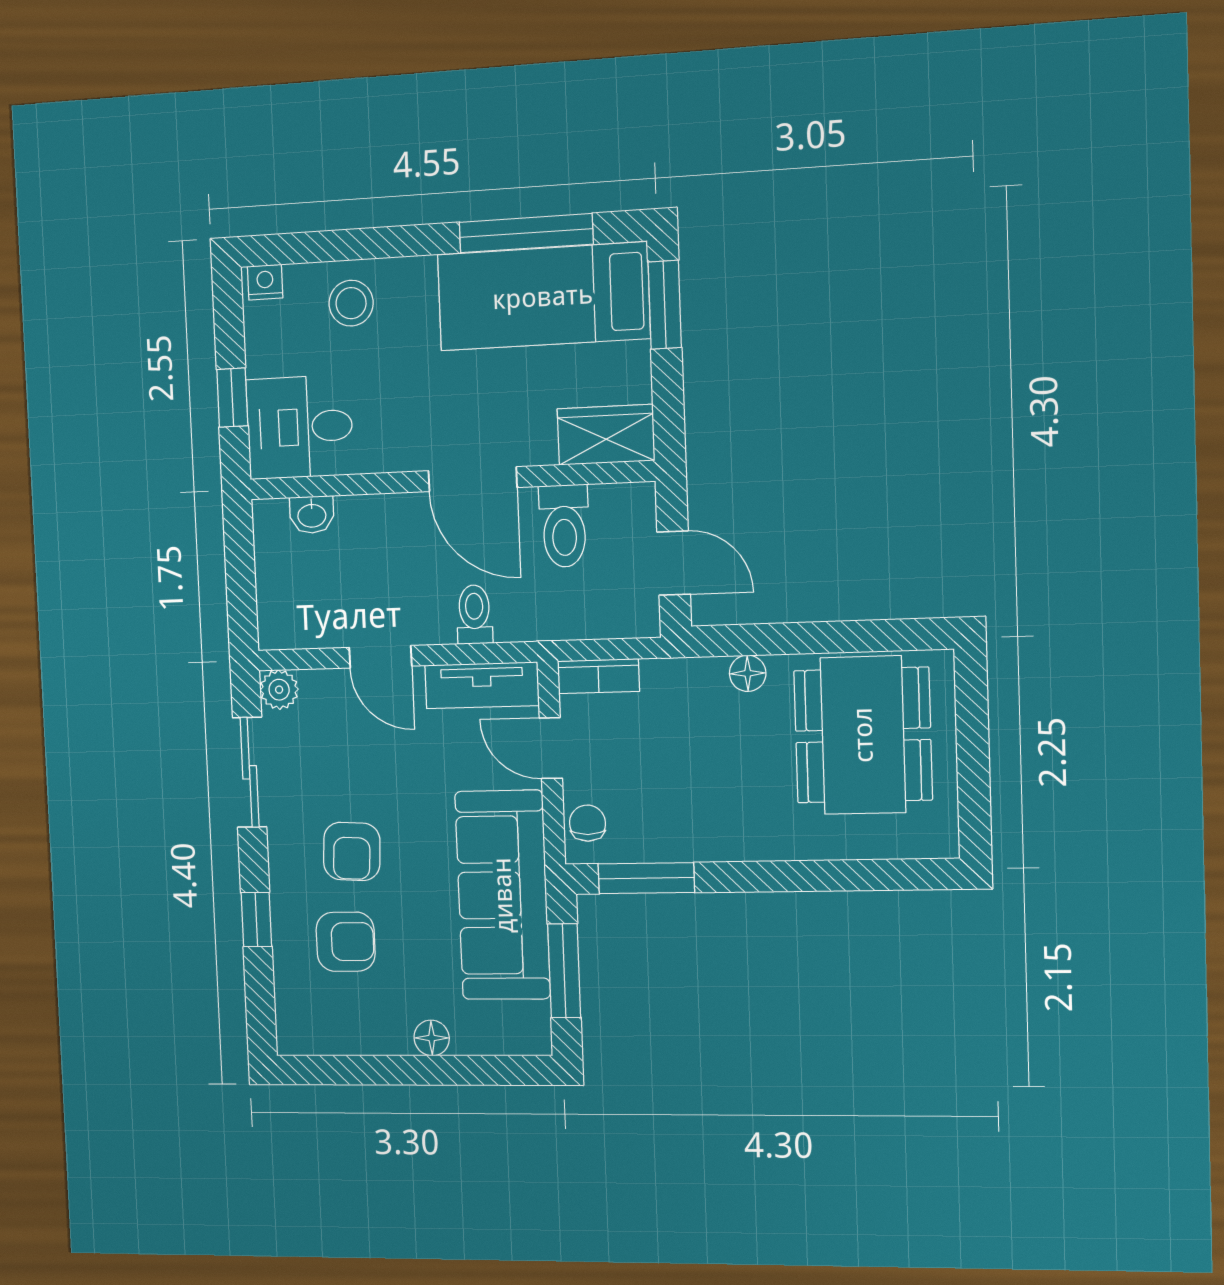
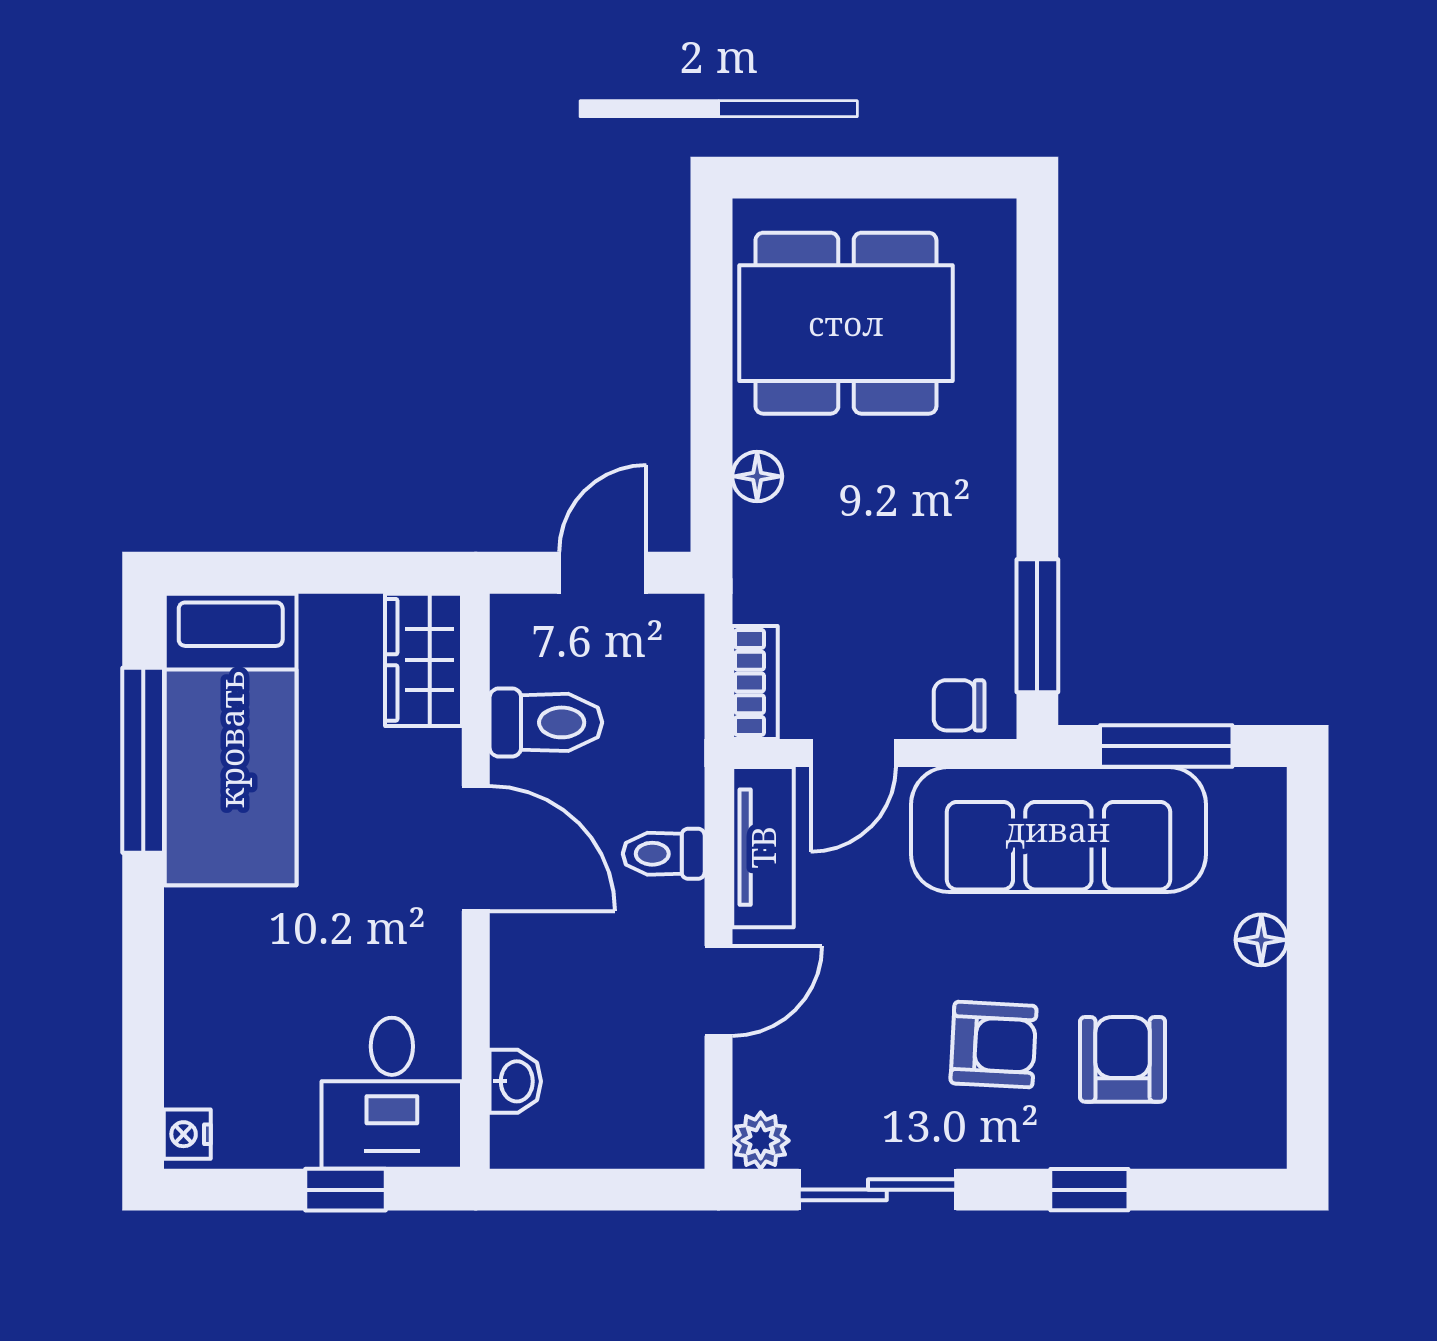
stool: (351, 303) -> (224, 1011), removed
window: (665, 305) -> (252, 573), removed
door: (473, 479) -> (476, 849), hinge flipped

